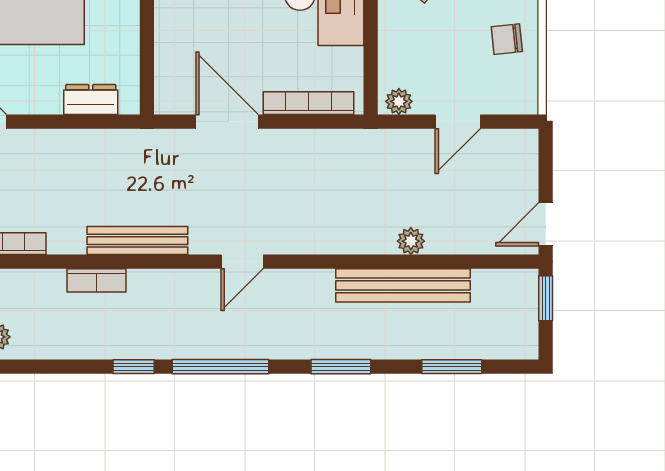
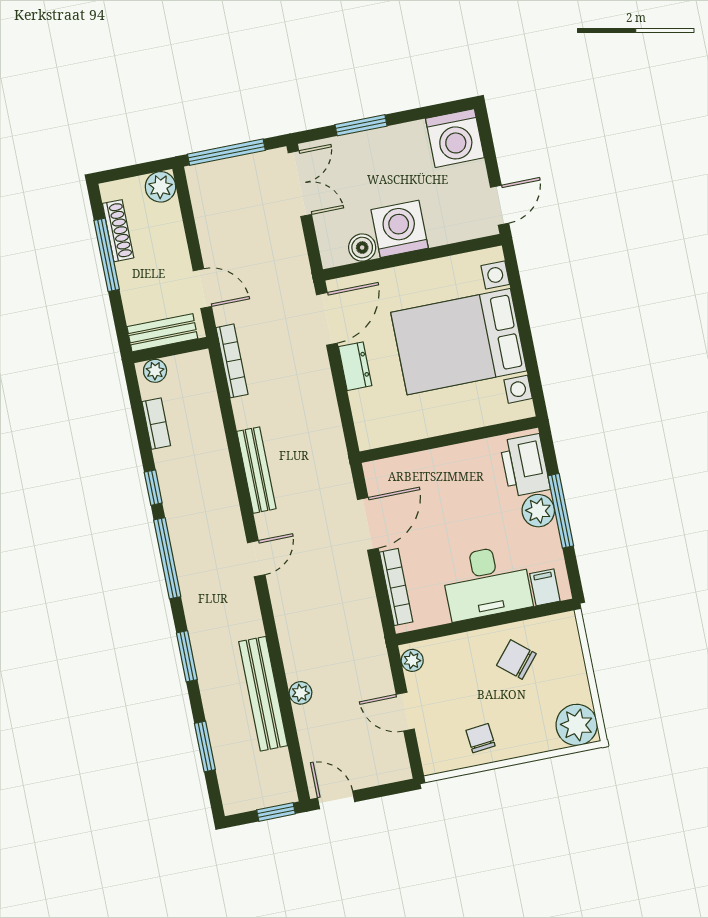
dresser: (91, 100) -> (355, 366), moved
door: (242, 262) -> (256, 559), swing flipped
bookcase: (97, 280) -> (156, 424), moved, turned 180

